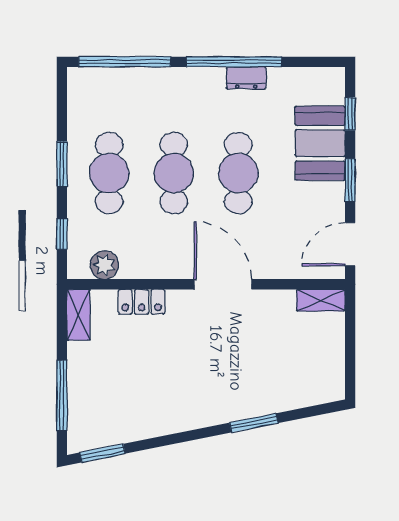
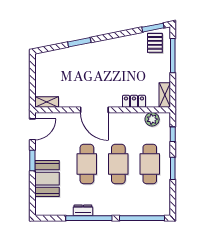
window: (350, 114) -> (32, 193), removed
pallet: (99, 422) -> (155, 43), added

